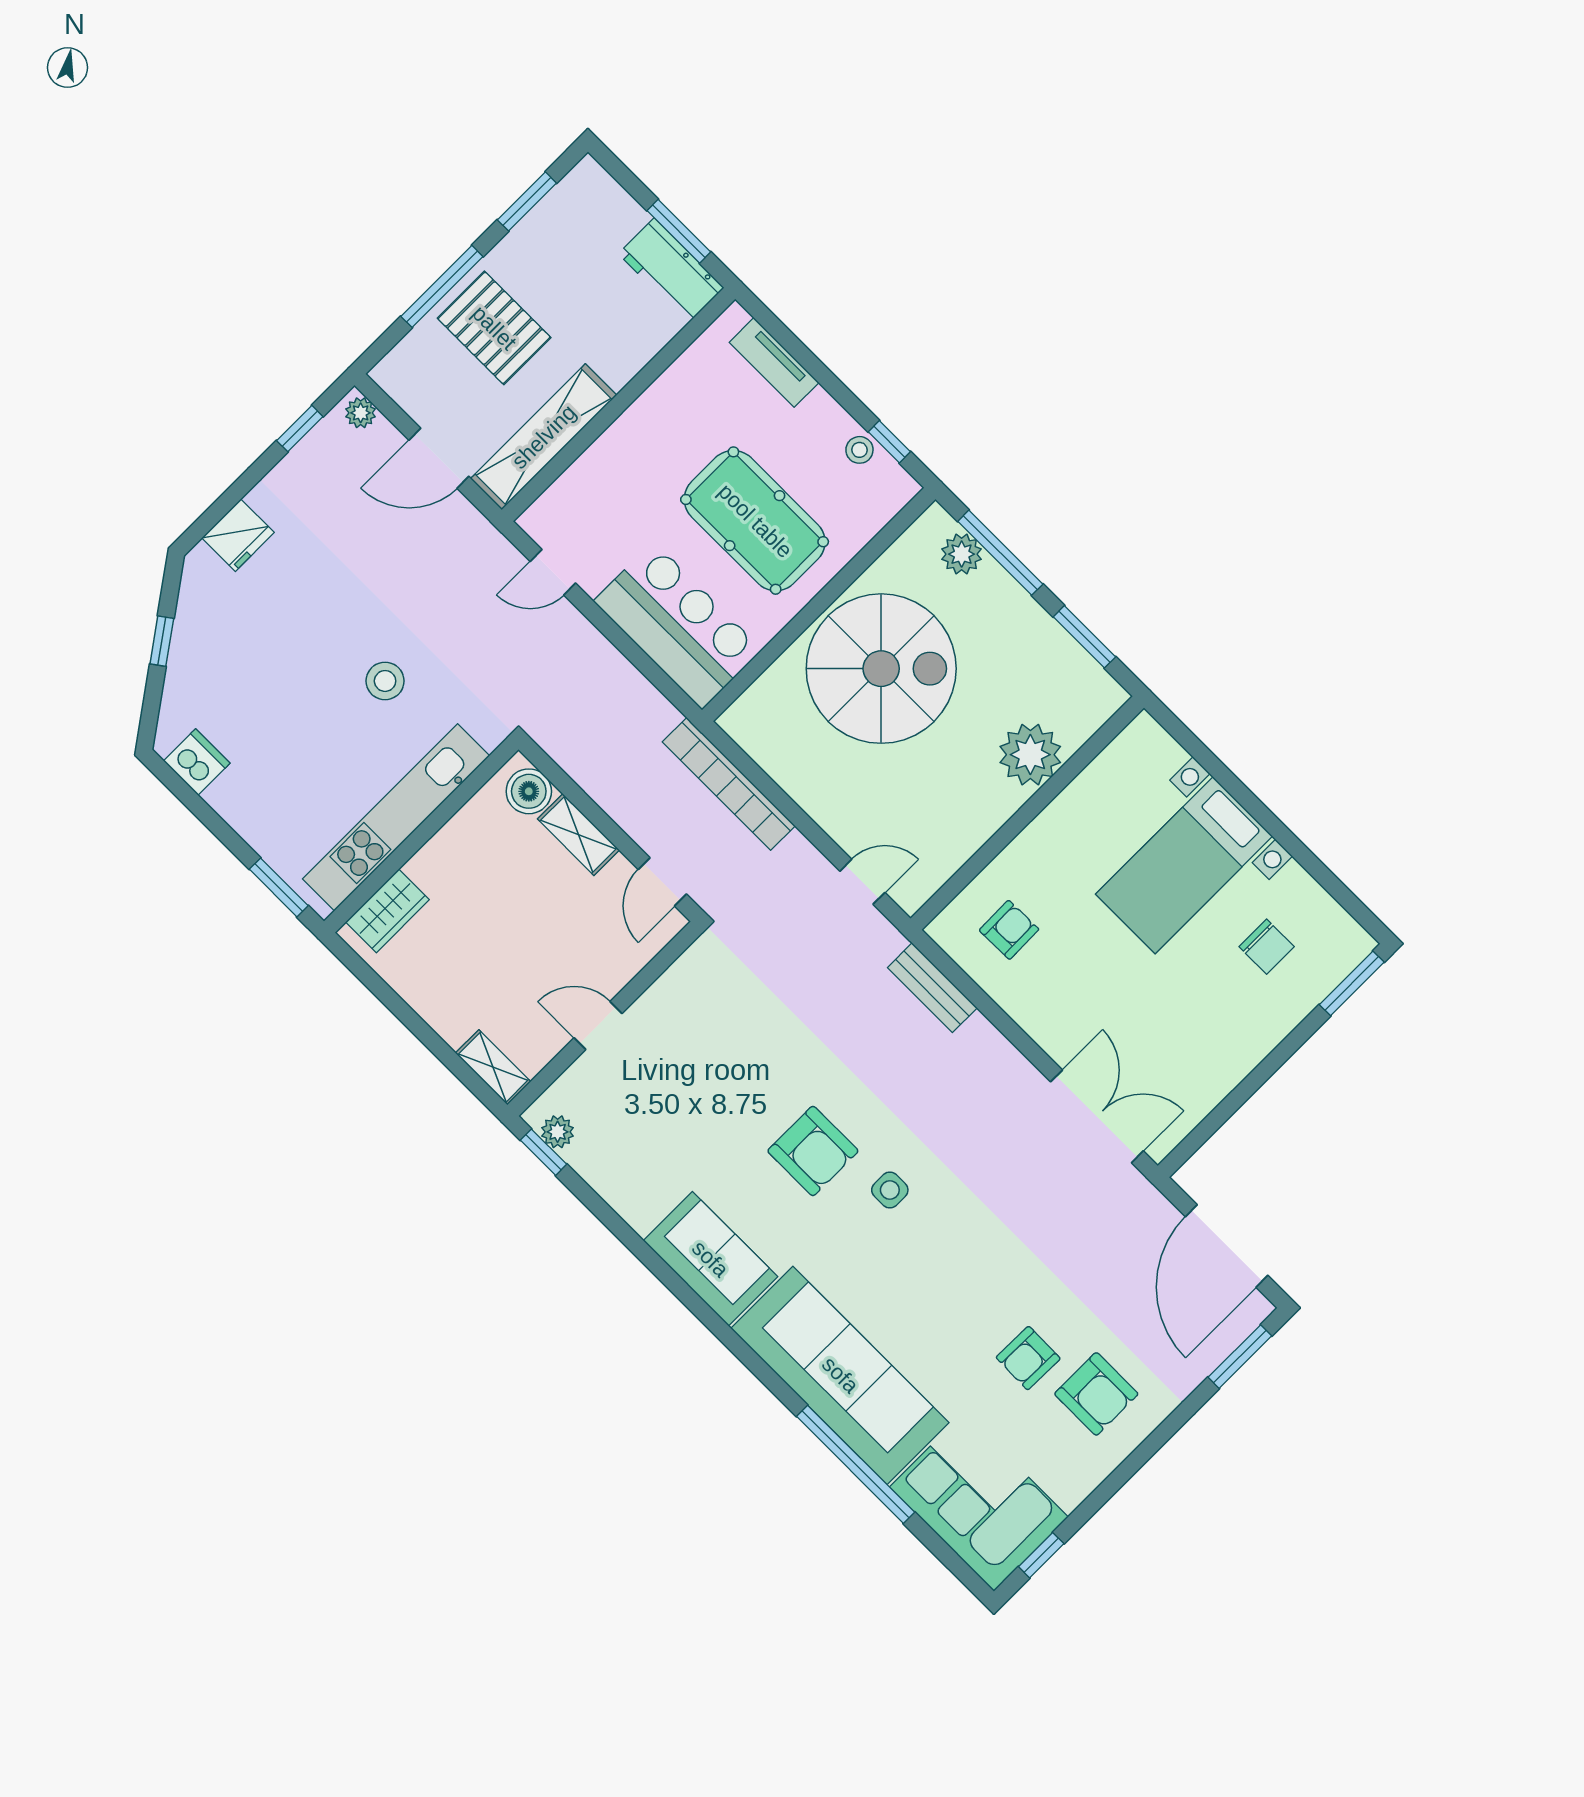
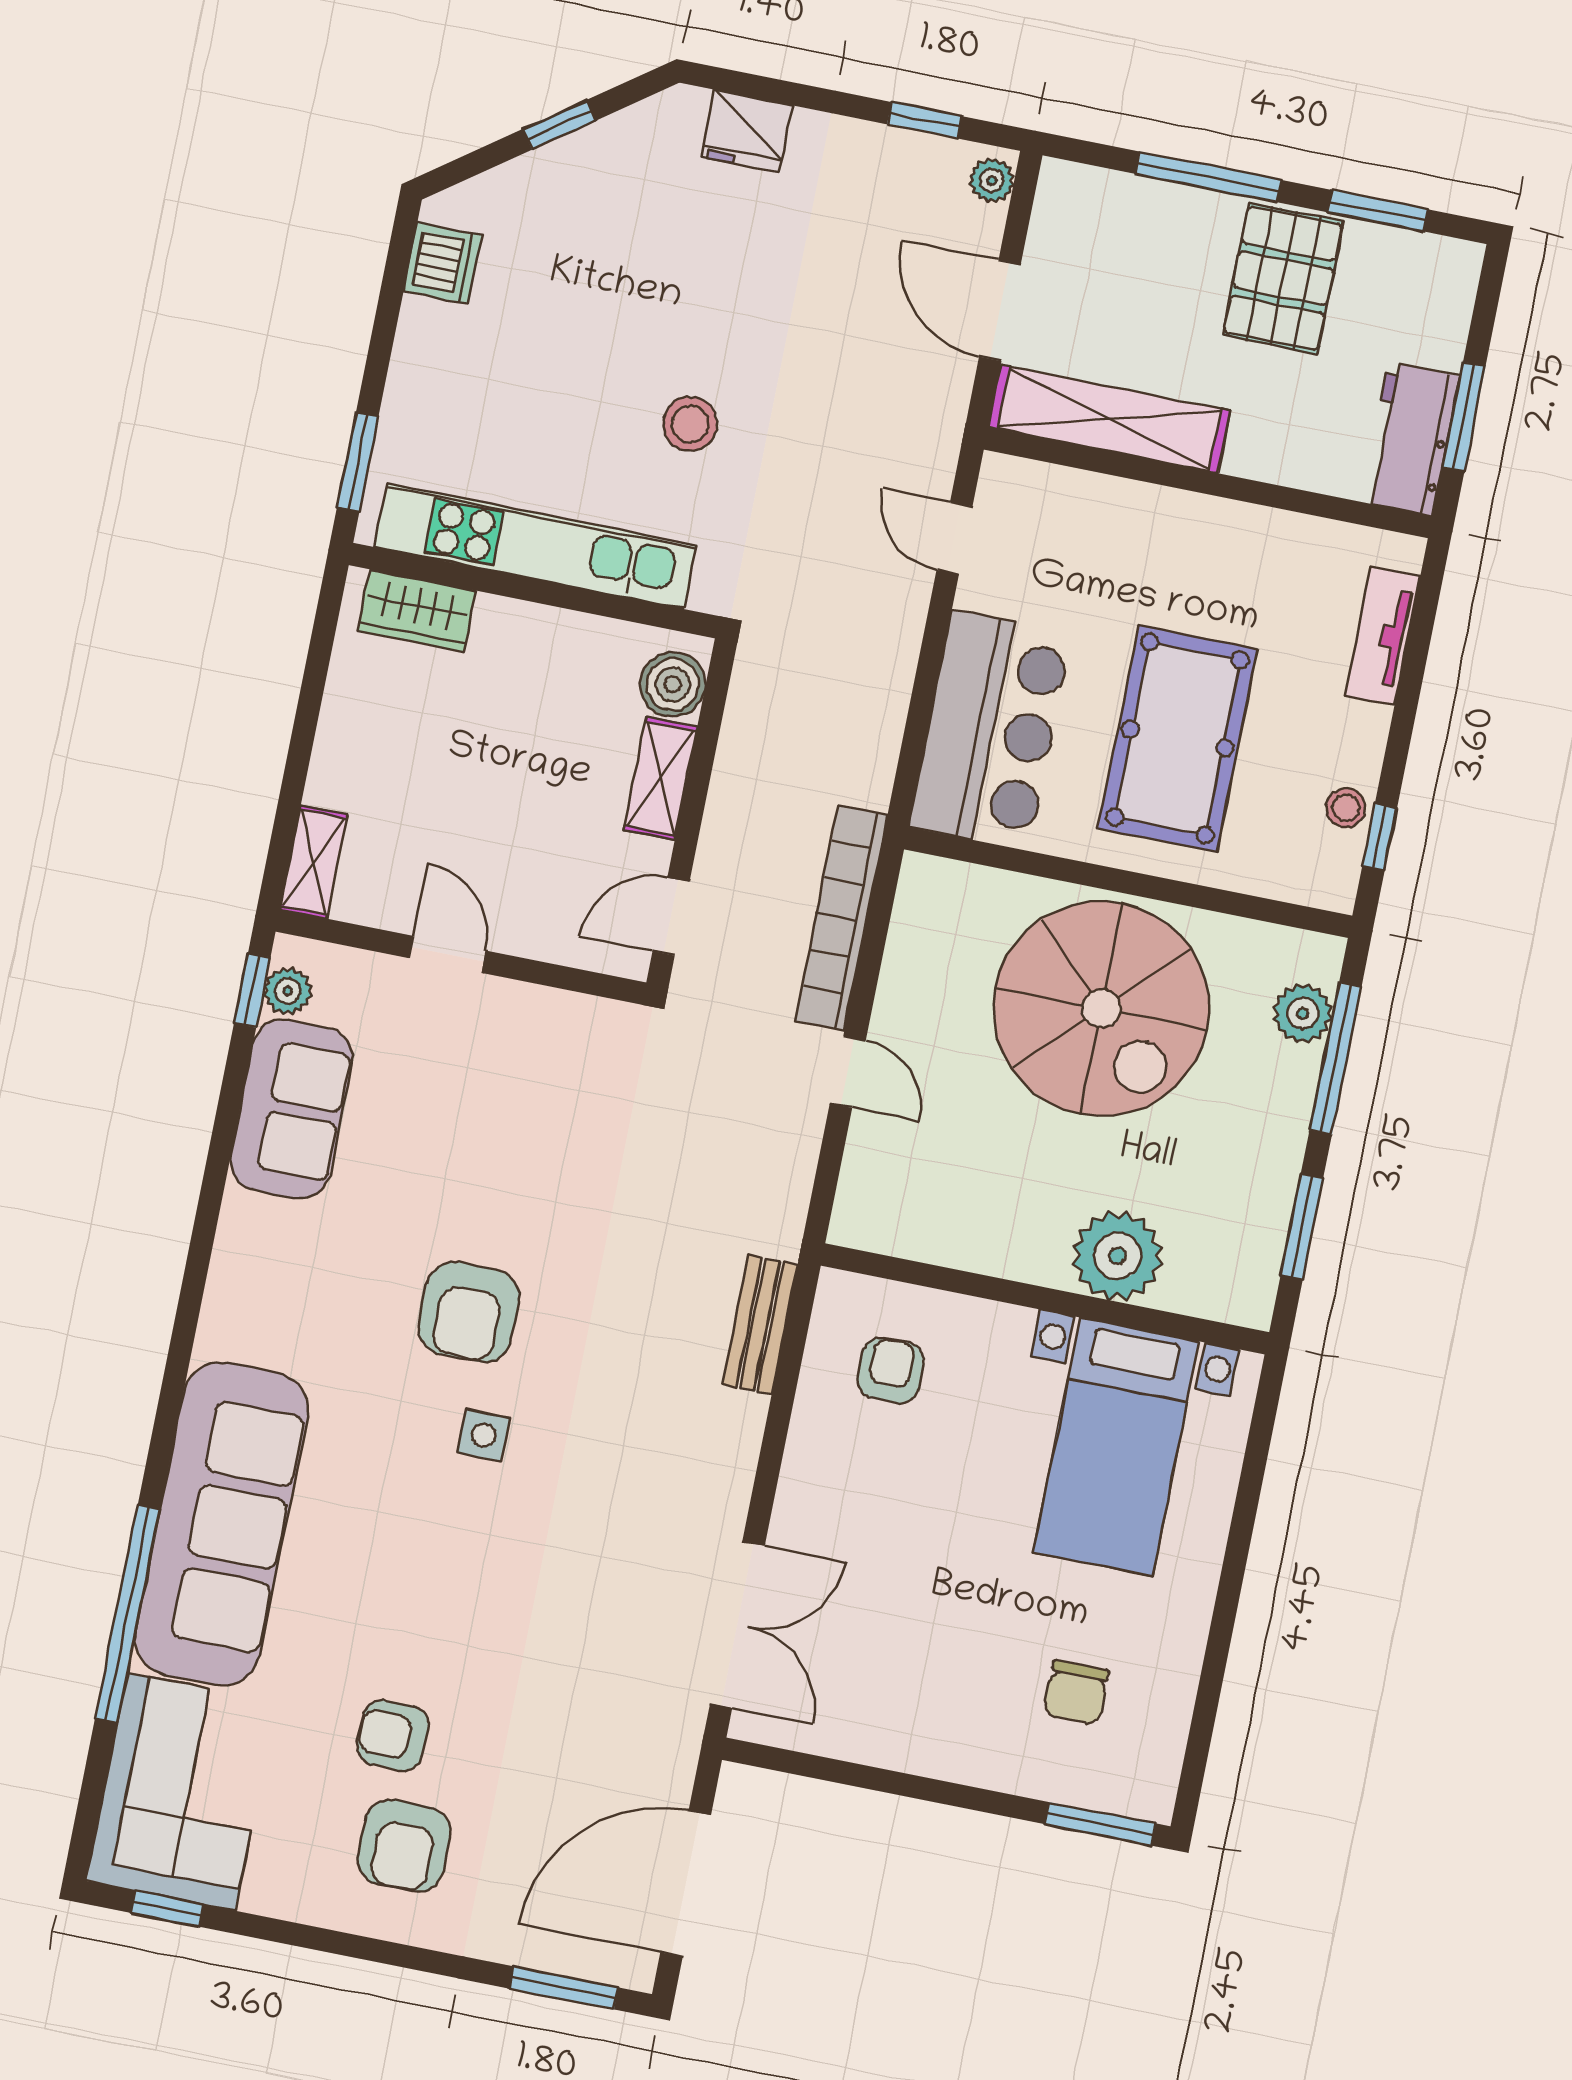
pallet: (494, 328) -> (1283, 278), moved
bed with nightstands: (1184, 865) -> (1116, 1447), moved, turned -90
door: (862, 882) -> (848, 1072), moved
armchair: (1009, 930) -> (891, 1370), turned -89
sofa: (710, 1259) -> (291, 1109), moved

